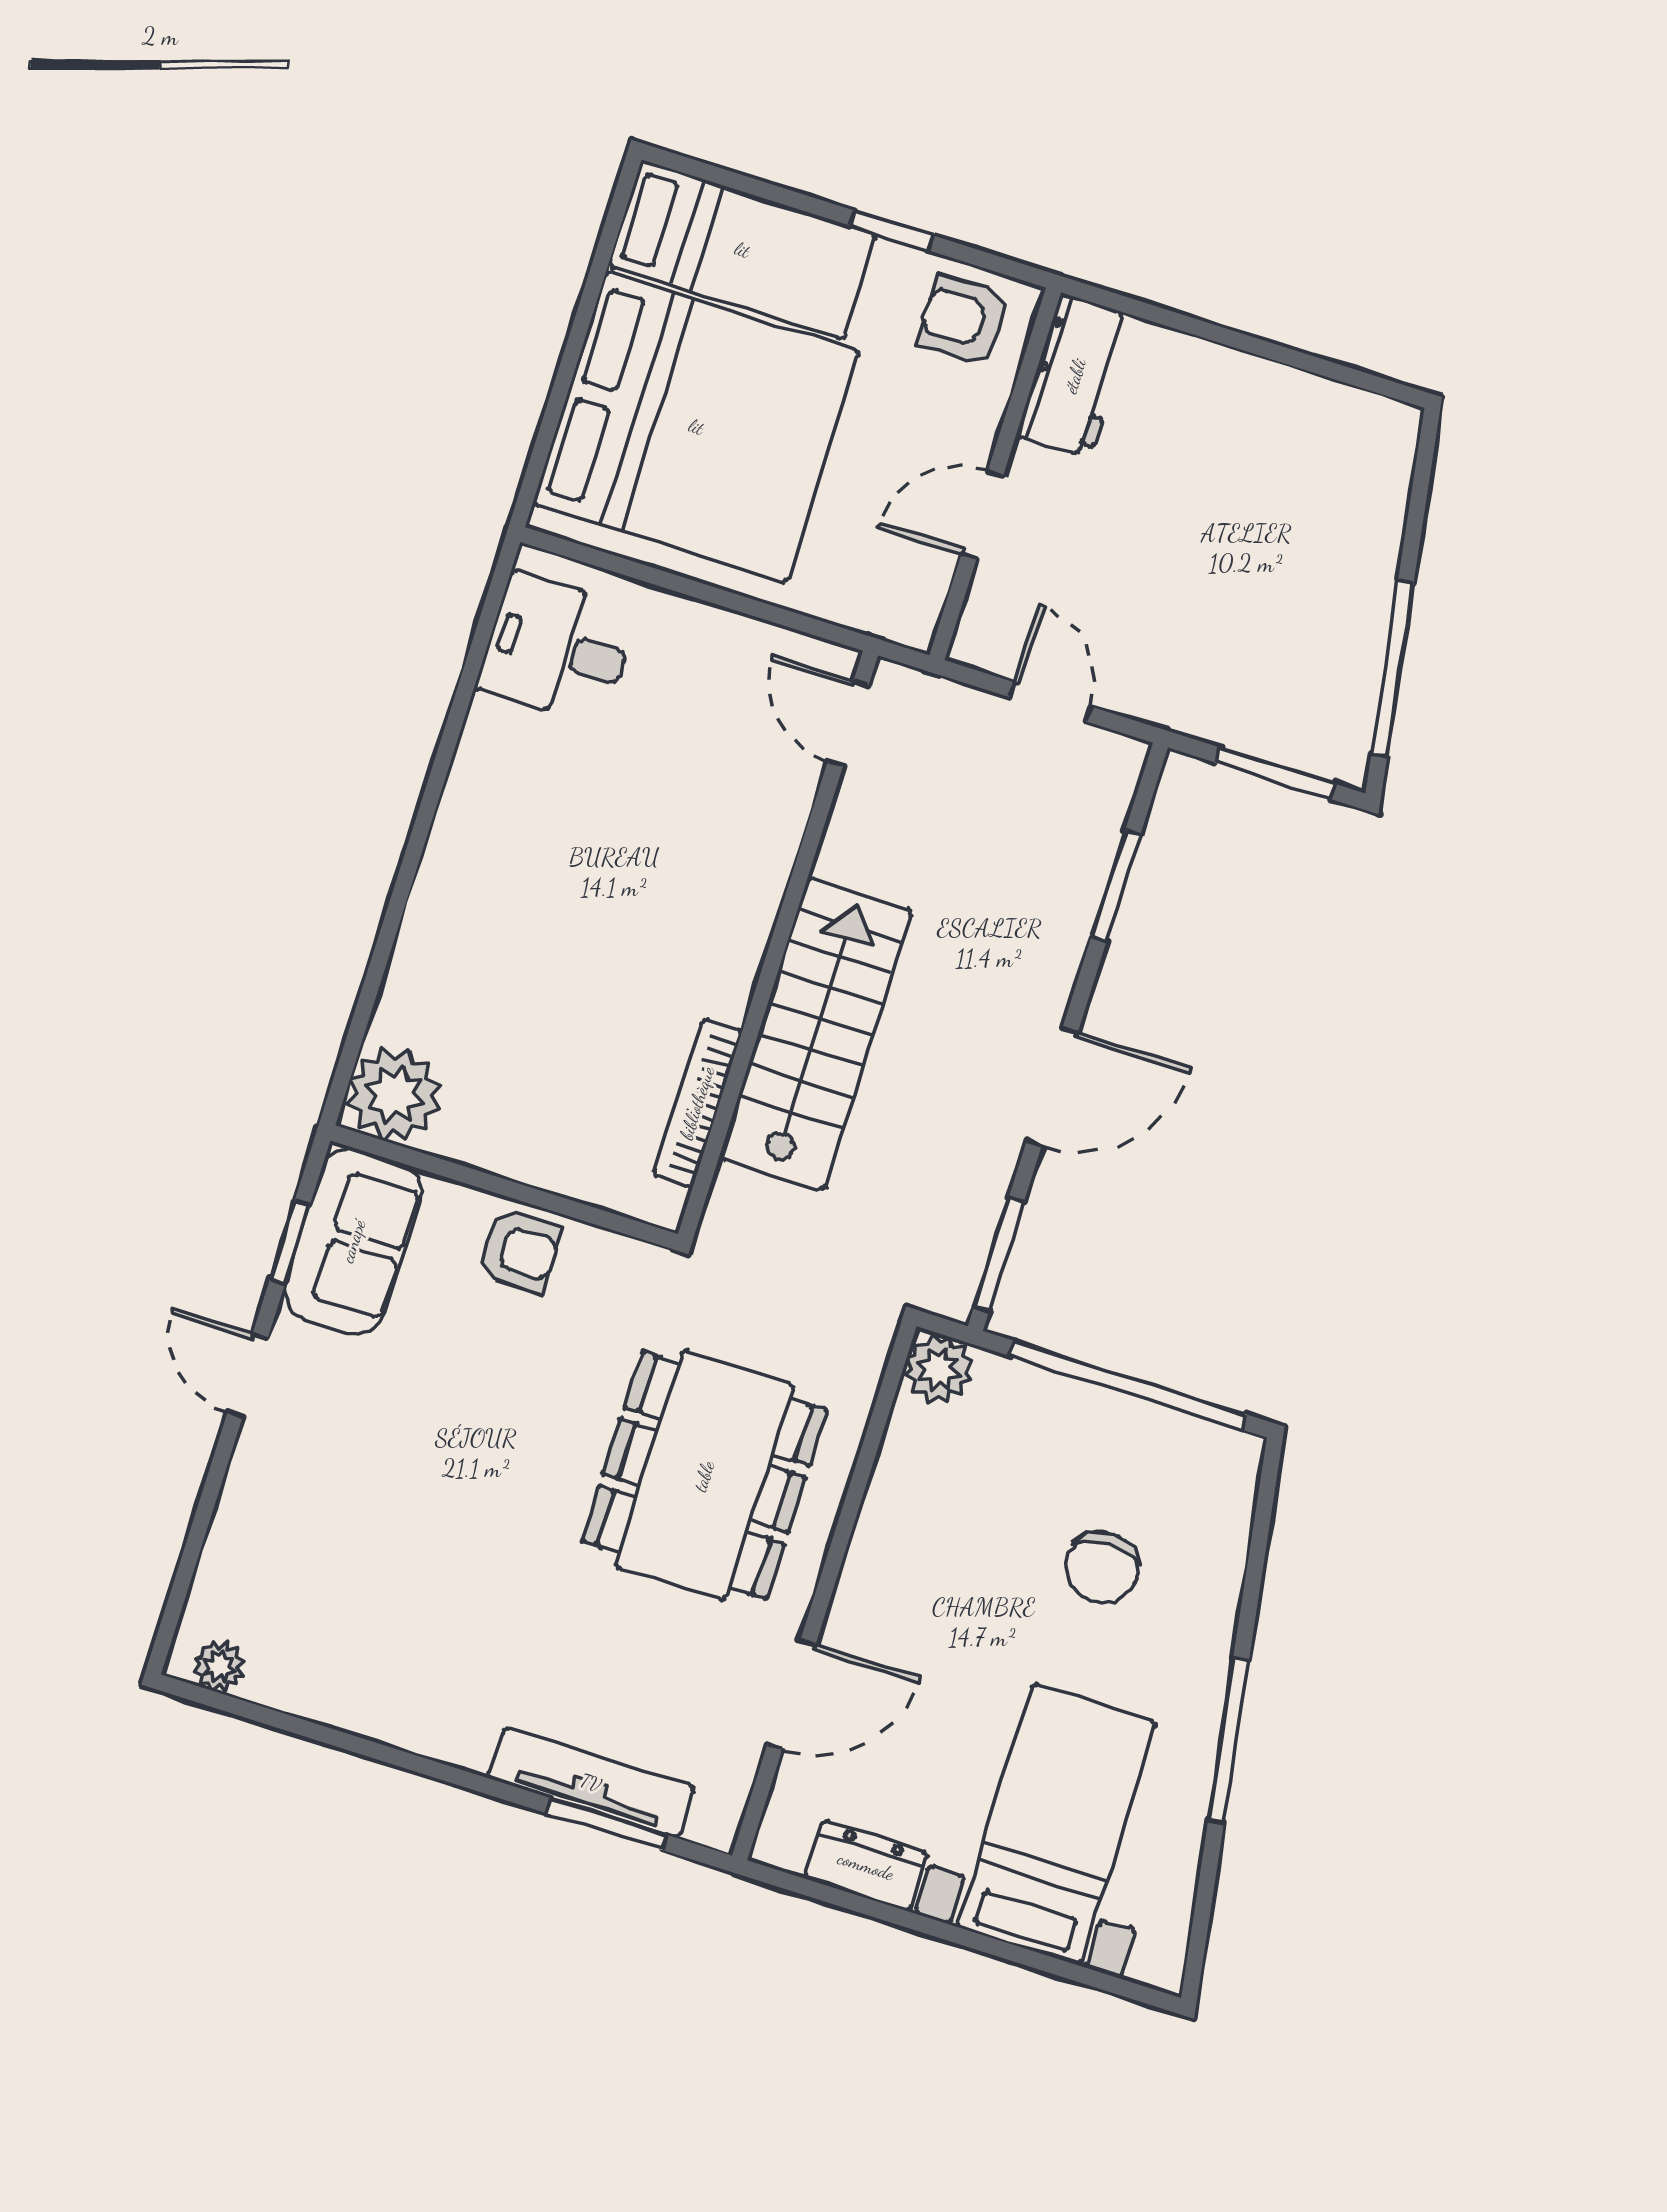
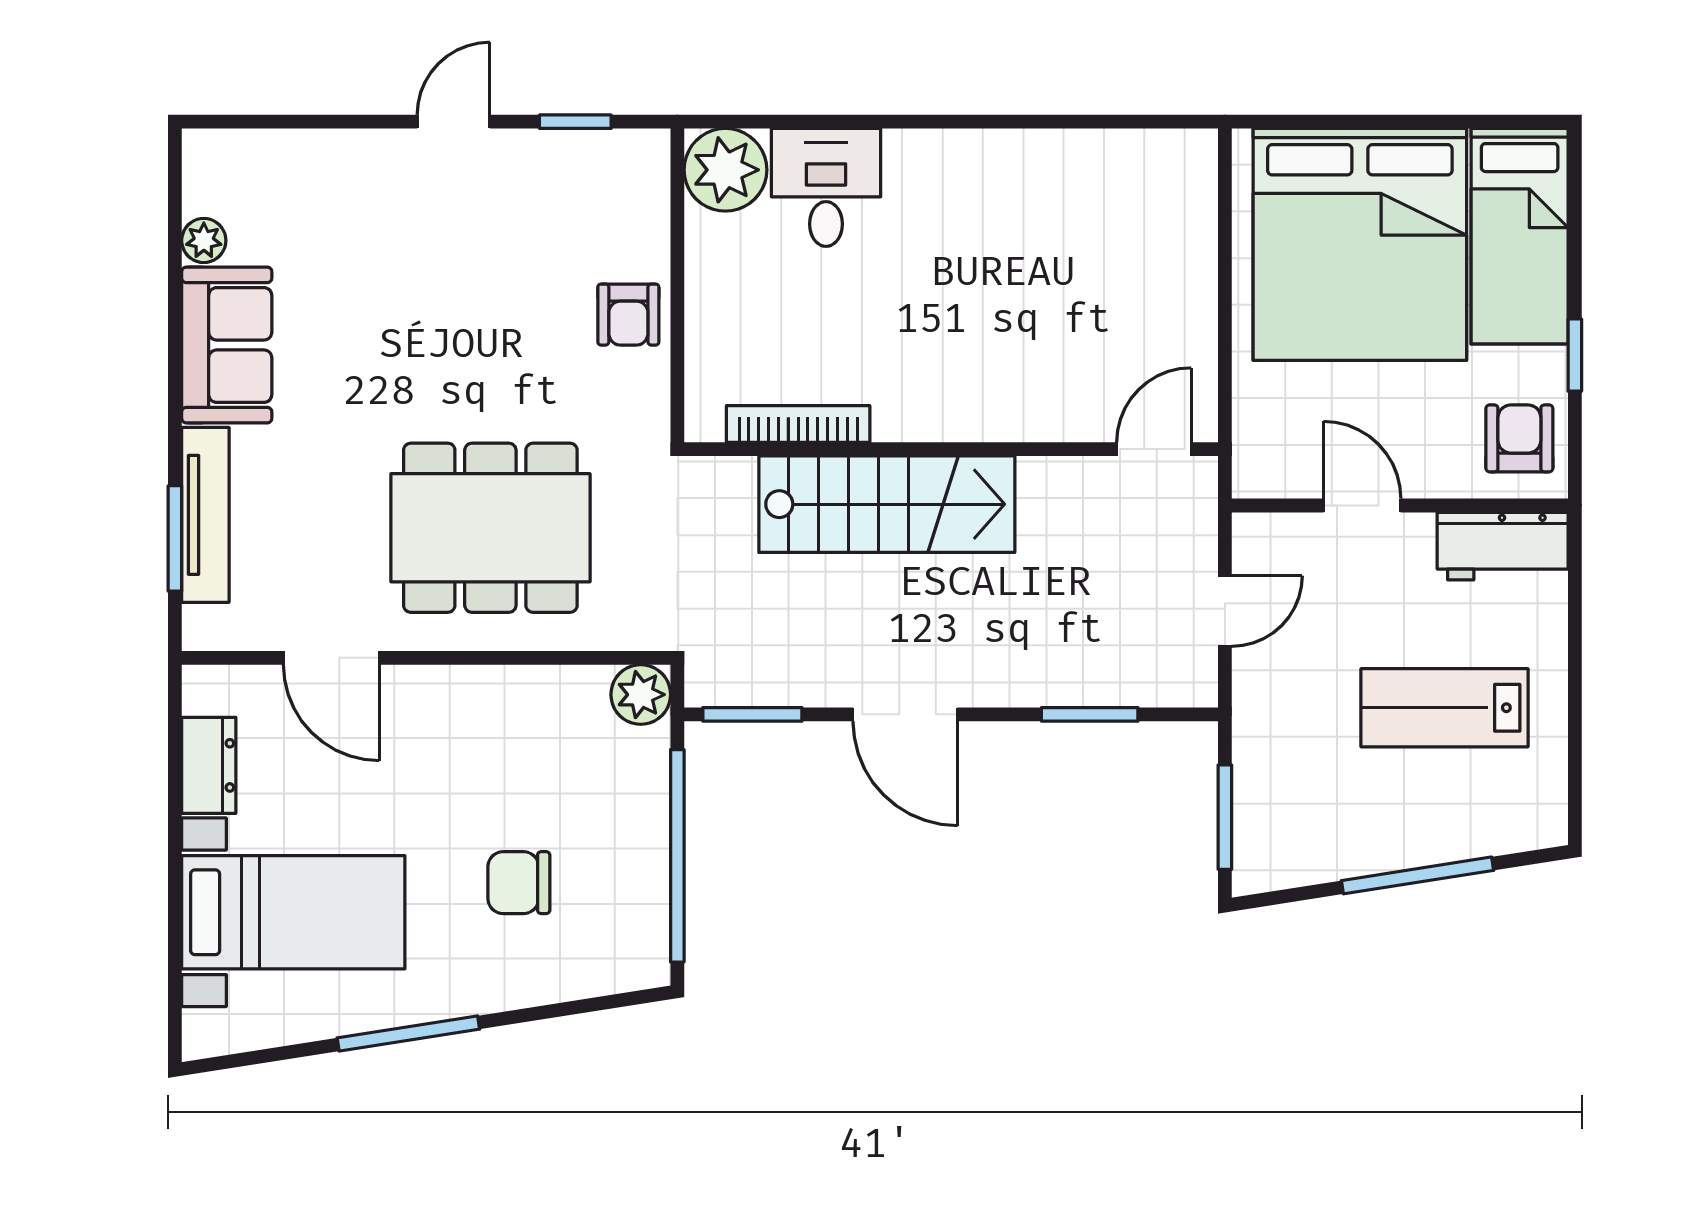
lab bench: (1232, 495) -> (1445, 708), added
desk: (557, 648) -> (826, 187), moved
window: (1393, 668) -> (1418, 875), moved
sofa: (353, 1241) -> (227, 345), moved, turned -90
plant: (219, 1666) -> (204, 240), moved

